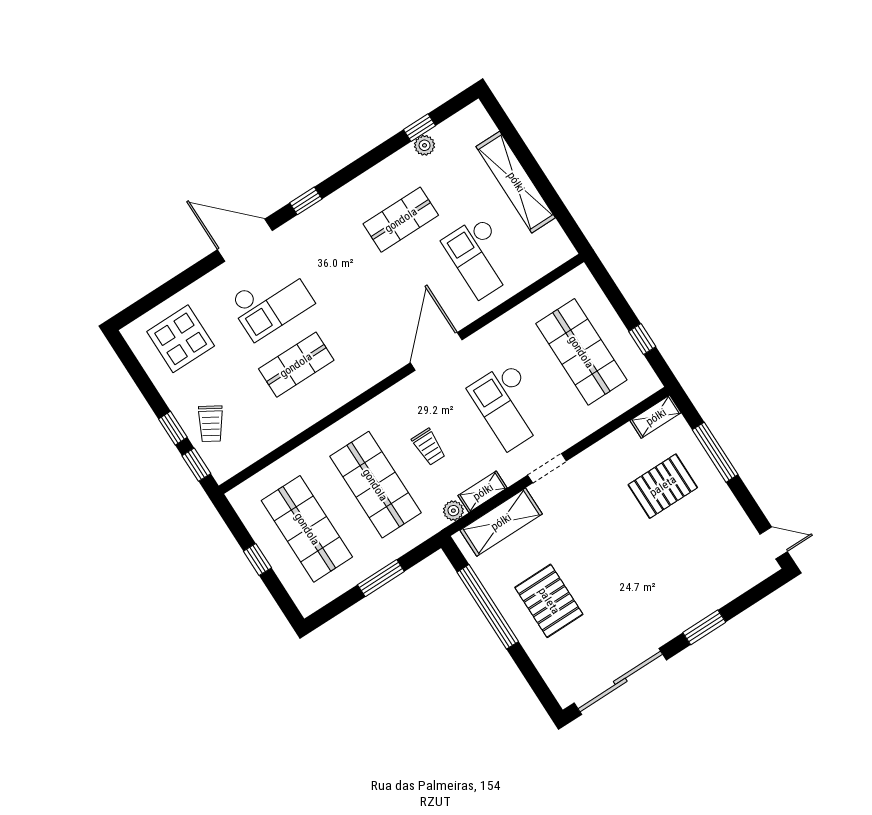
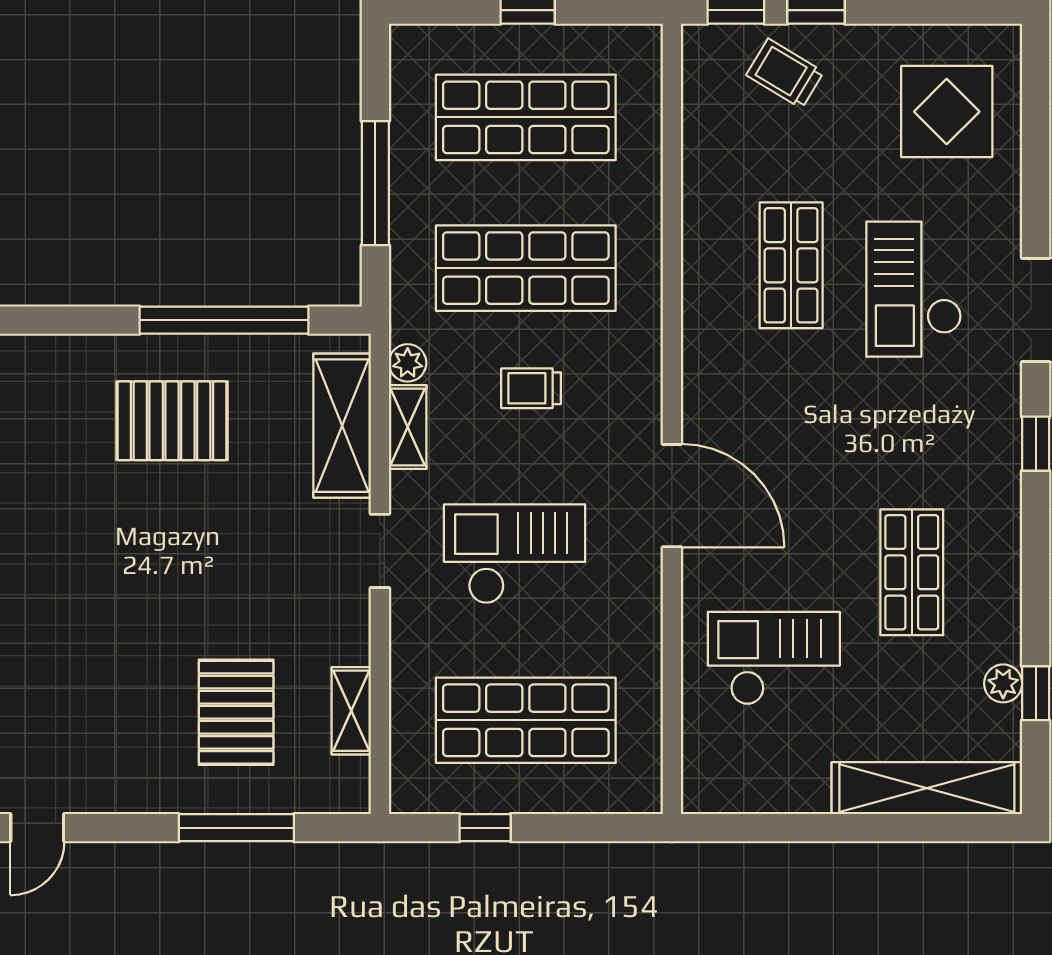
shelving: (516, 182) -> (927, 788), moved
shelving: (656, 417) -> (351, 711), moved
window: (381, 578) -> (375, 183), width x1.44

